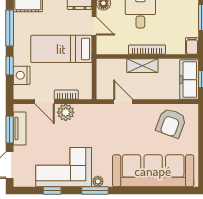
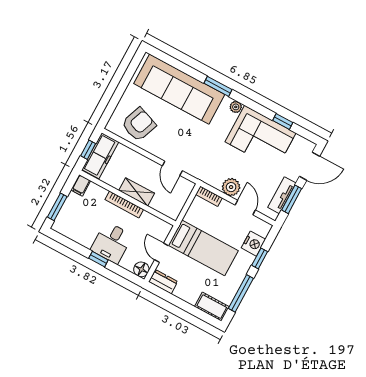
bookcase: (66, 95) -> (209, 196), moved
window: (95, 191) -> (218, 86), moved

